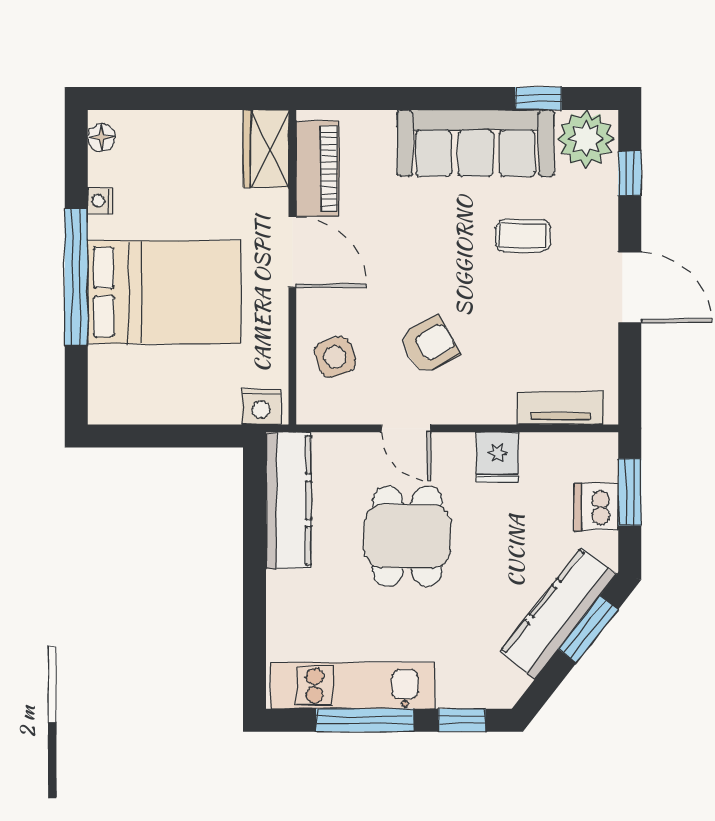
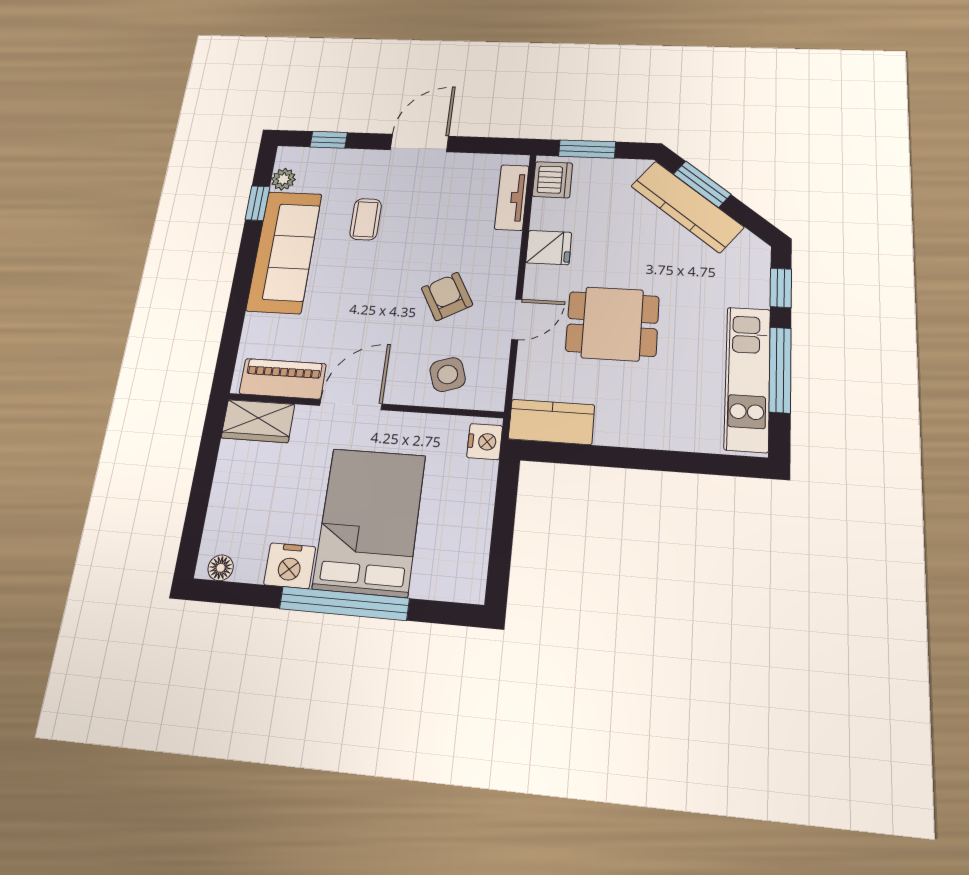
plant: (586, 139) -> (283, 179), width x0.53, depth x0.53
nightstand: (100, 201) -> (290, 566), width x1.89, depth x1.79
kitchen counter: (289, 500) -> (551, 422), width x0.67
dishwasher: (596, 507) -> (552, 180), moved, turned -90

